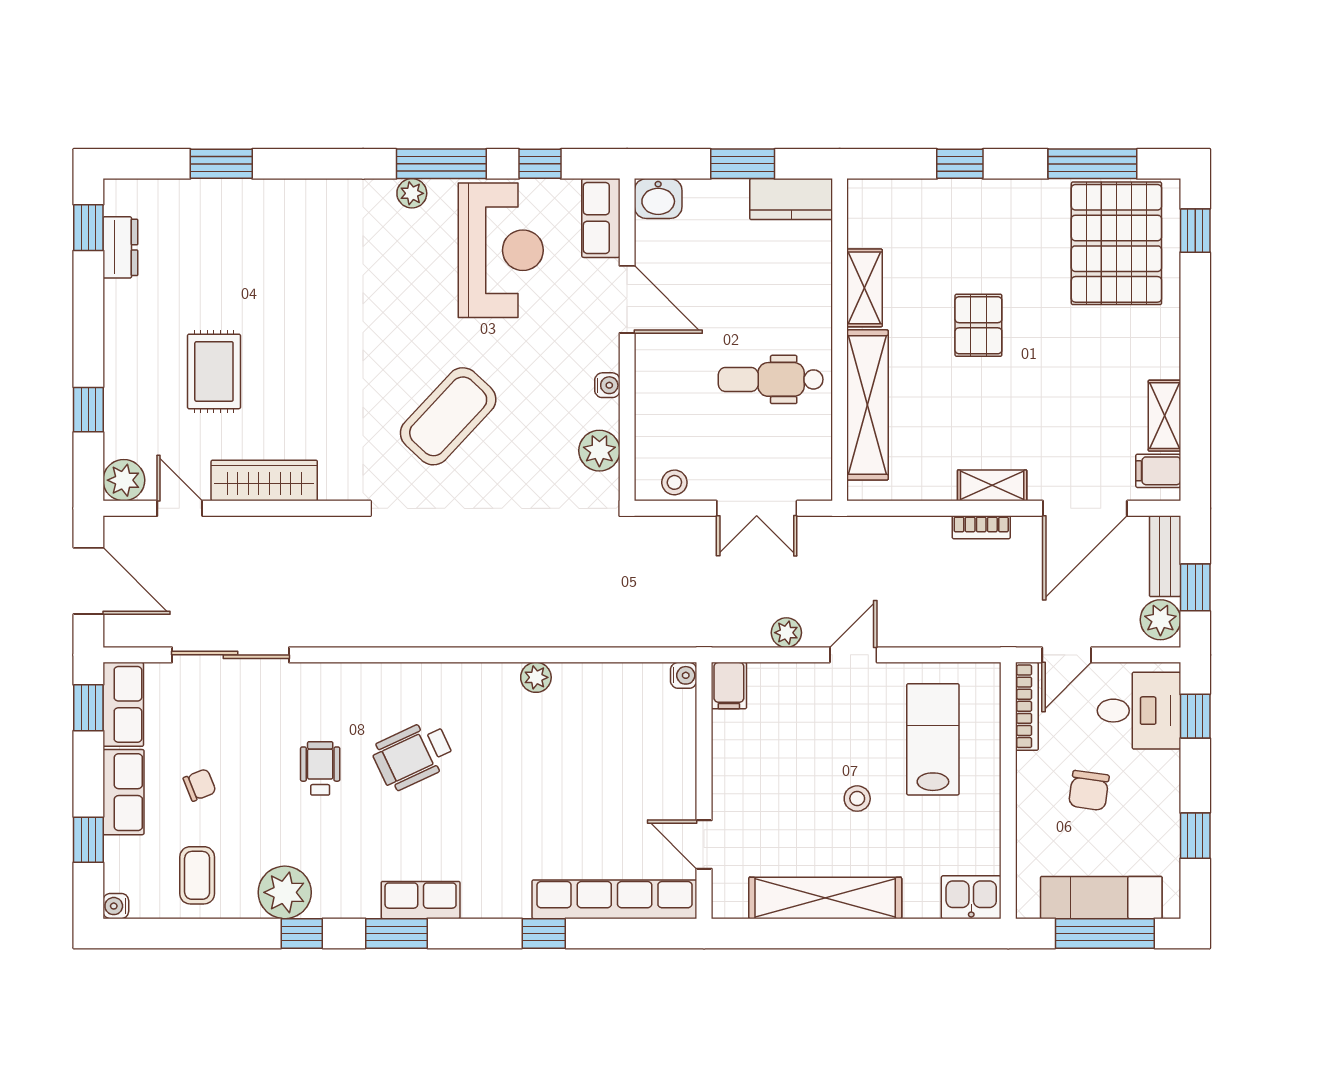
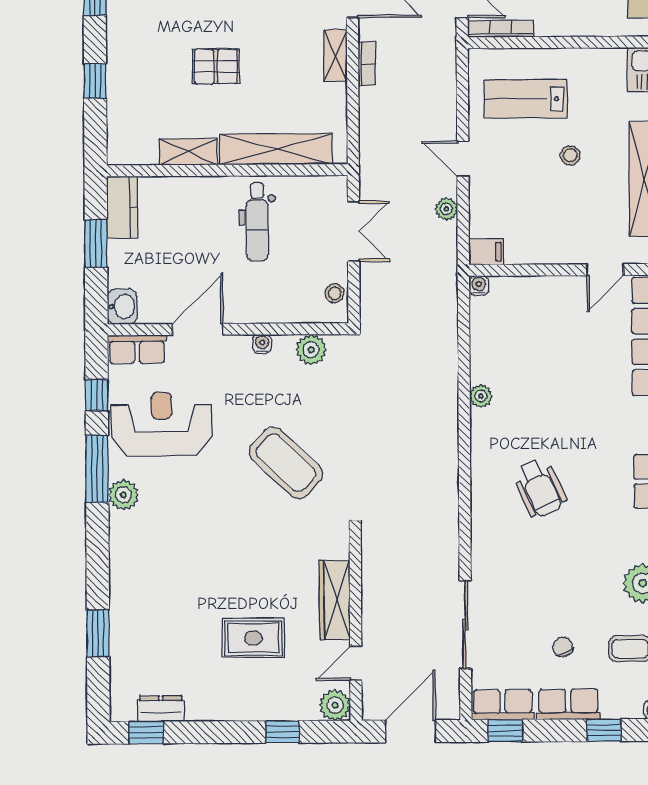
plant: (412, 193) -> (123, 495), width x1.38, depth x1.38
wheelchair: (320, 768) -> (550, 557), removed

